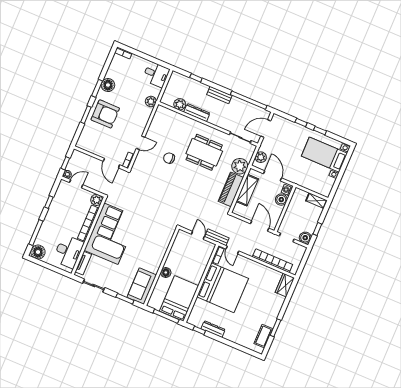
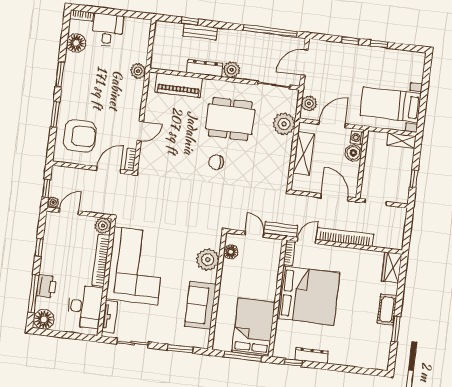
desk: (156, 74) -> (107, 30), moved, turned -90
floor lamp: (108, 85) -> (76, 43), moved
bench: (219, 95) -> (200, 32), moved
plant: (180, 104) -> (232, 70), moved
armchair: (105, 114) -> (80, 136), moved
bed with nightstands: (324, 155) -> (391, 105), moved
chair: (169, 158) -> (216, 162), moved
door: (111, 163) -> (109, 170), swing flipped
door: (273, 176) -> (332, 124), hinge flipped
piano: (231, 189) -> (179, 85), moved, turned -90
printer: (46, 230) -> (46, 286), added
boiler: (305, 238) -> (401, 195), removed
plant: (161, 244) -> (208, 260), added
door: (232, 250) -> (307, 240), swing flipped
bookcase: (272, 261) -> (345, 237), moved
floor lamp: (166, 272) -> (231, 252), moved
sofa: (142, 286) -> (200, 305), moved
cot: (263, 336) -> (387, 309), moved

